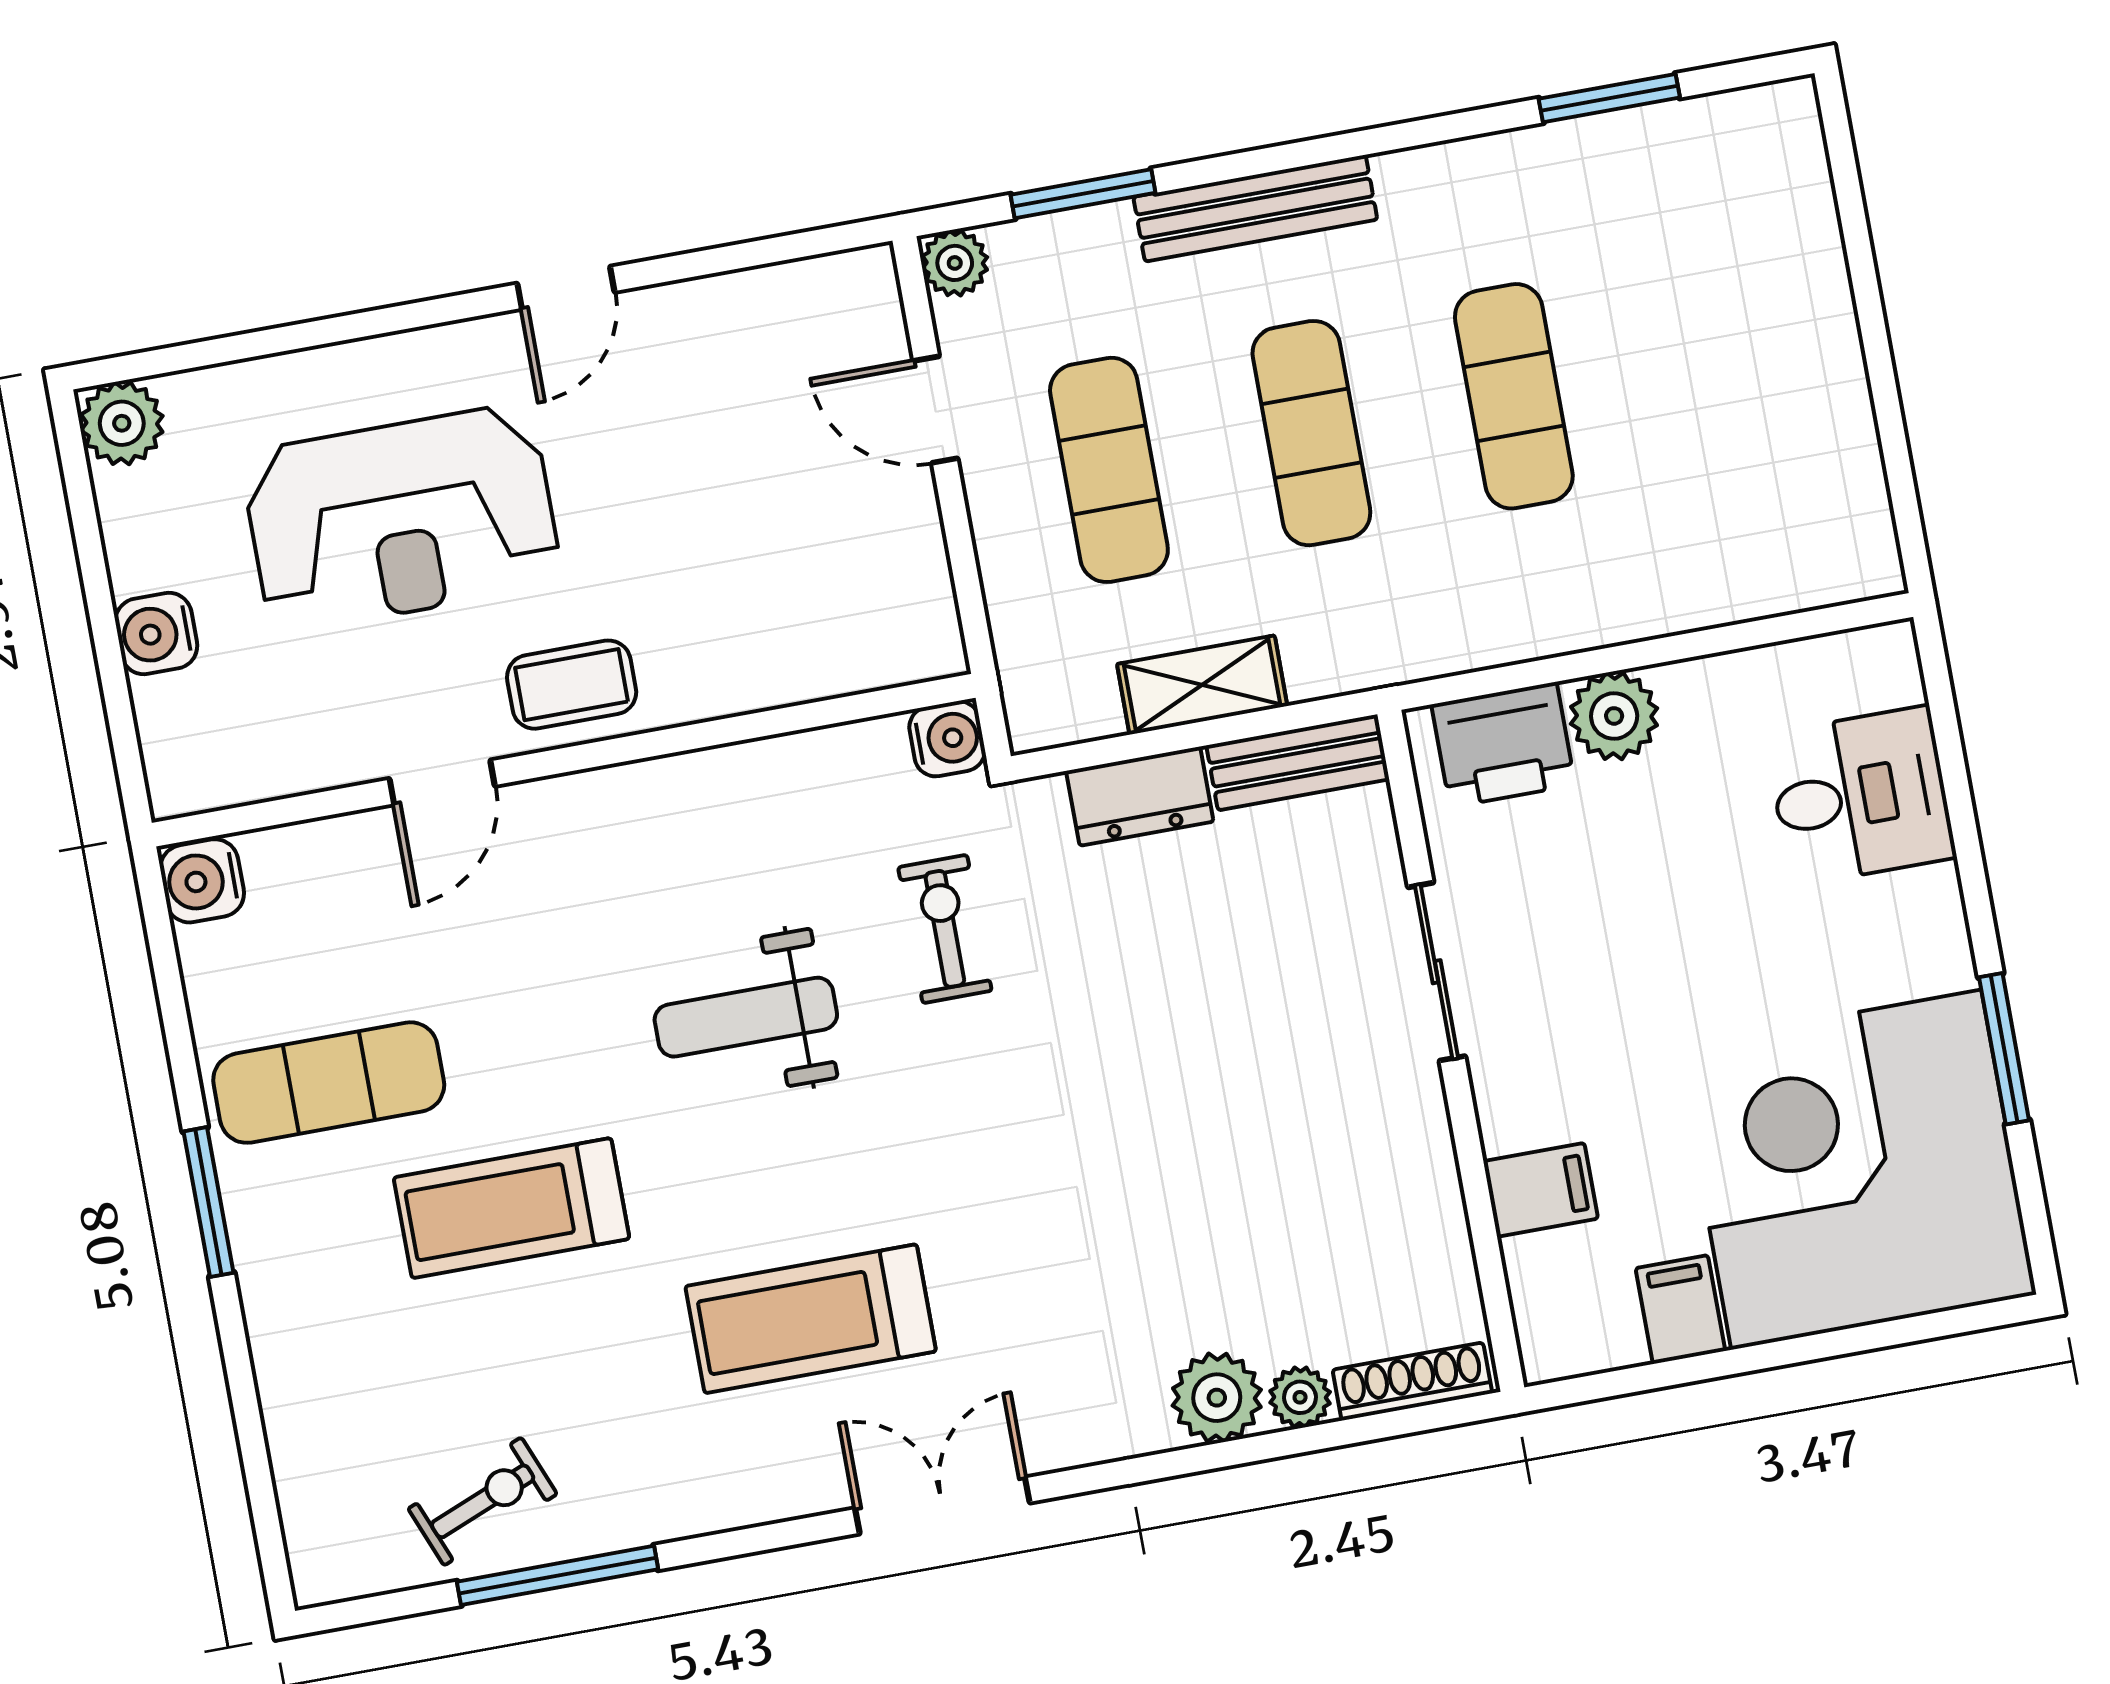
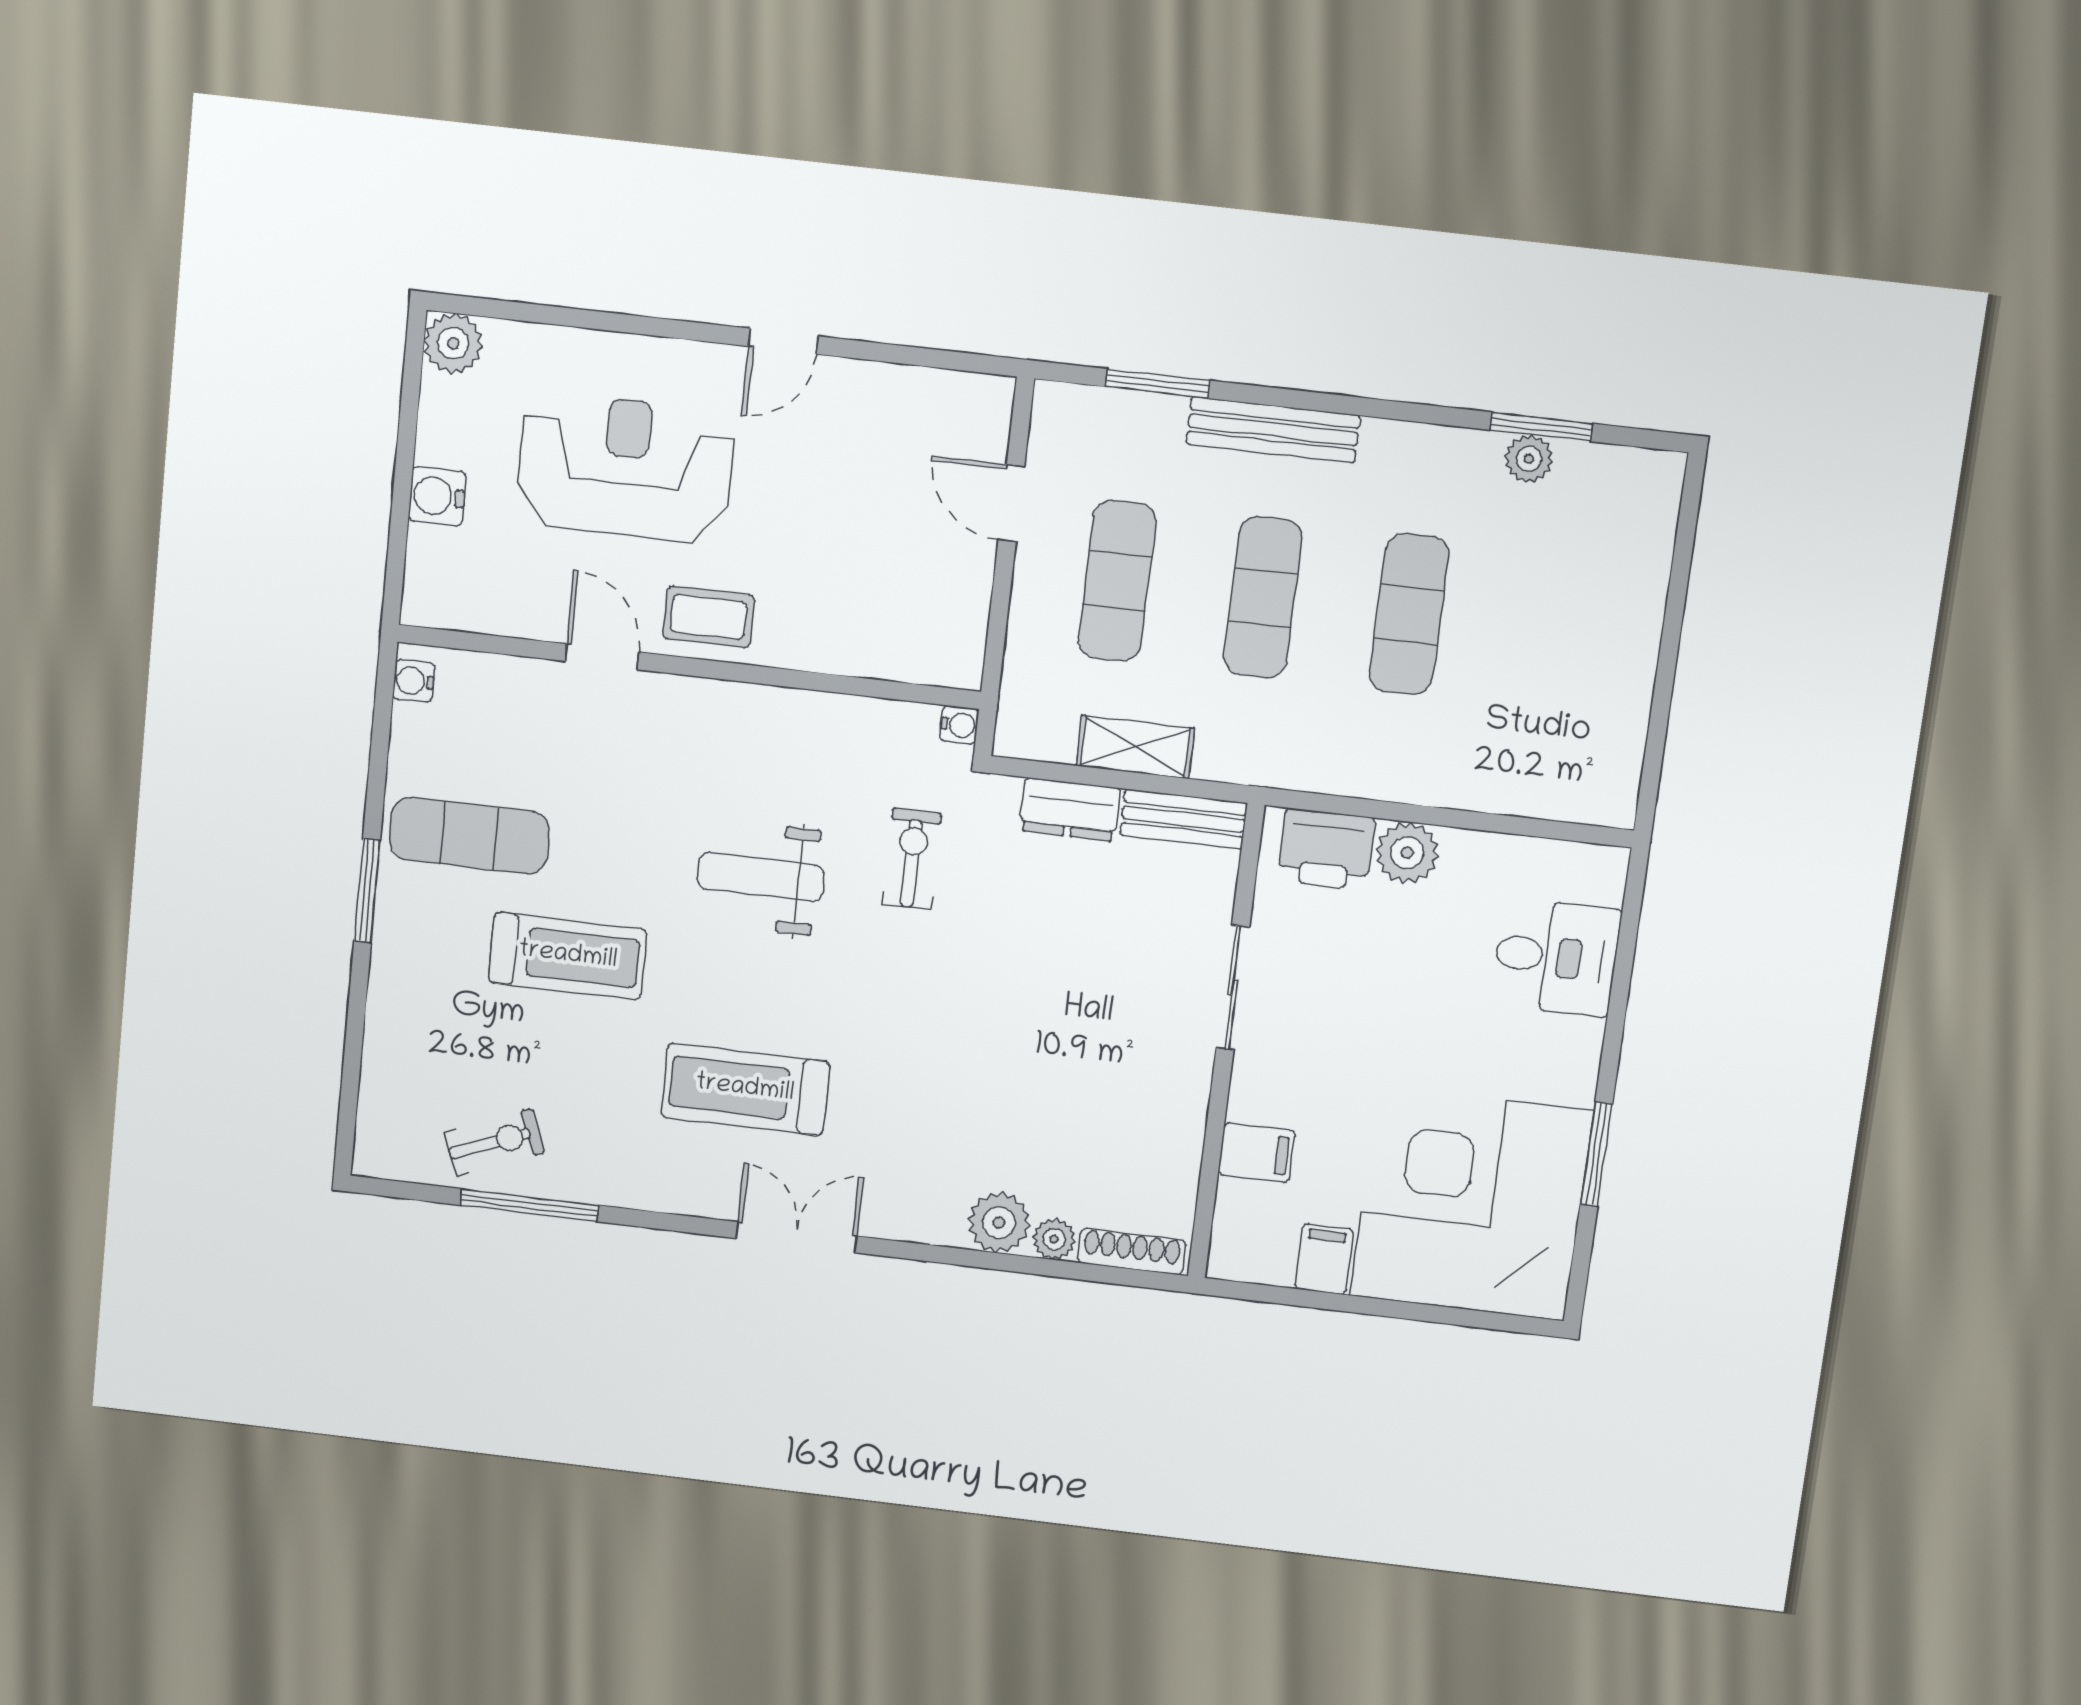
plant: (955, 263) -> (1529, 459), moved
reception desk: (401, 518) -> (625, 467), turned 180
water cooler: (947, 739) -> (959, 725), width x0.72, depth x0.72
door: (442, 782) -> (602, 657), swing flipped
water cooler: (202, 881) -> (414, 681), width x0.72, depth x0.72
treadmill: (512, 1208) -> (568, 956), turned 180

